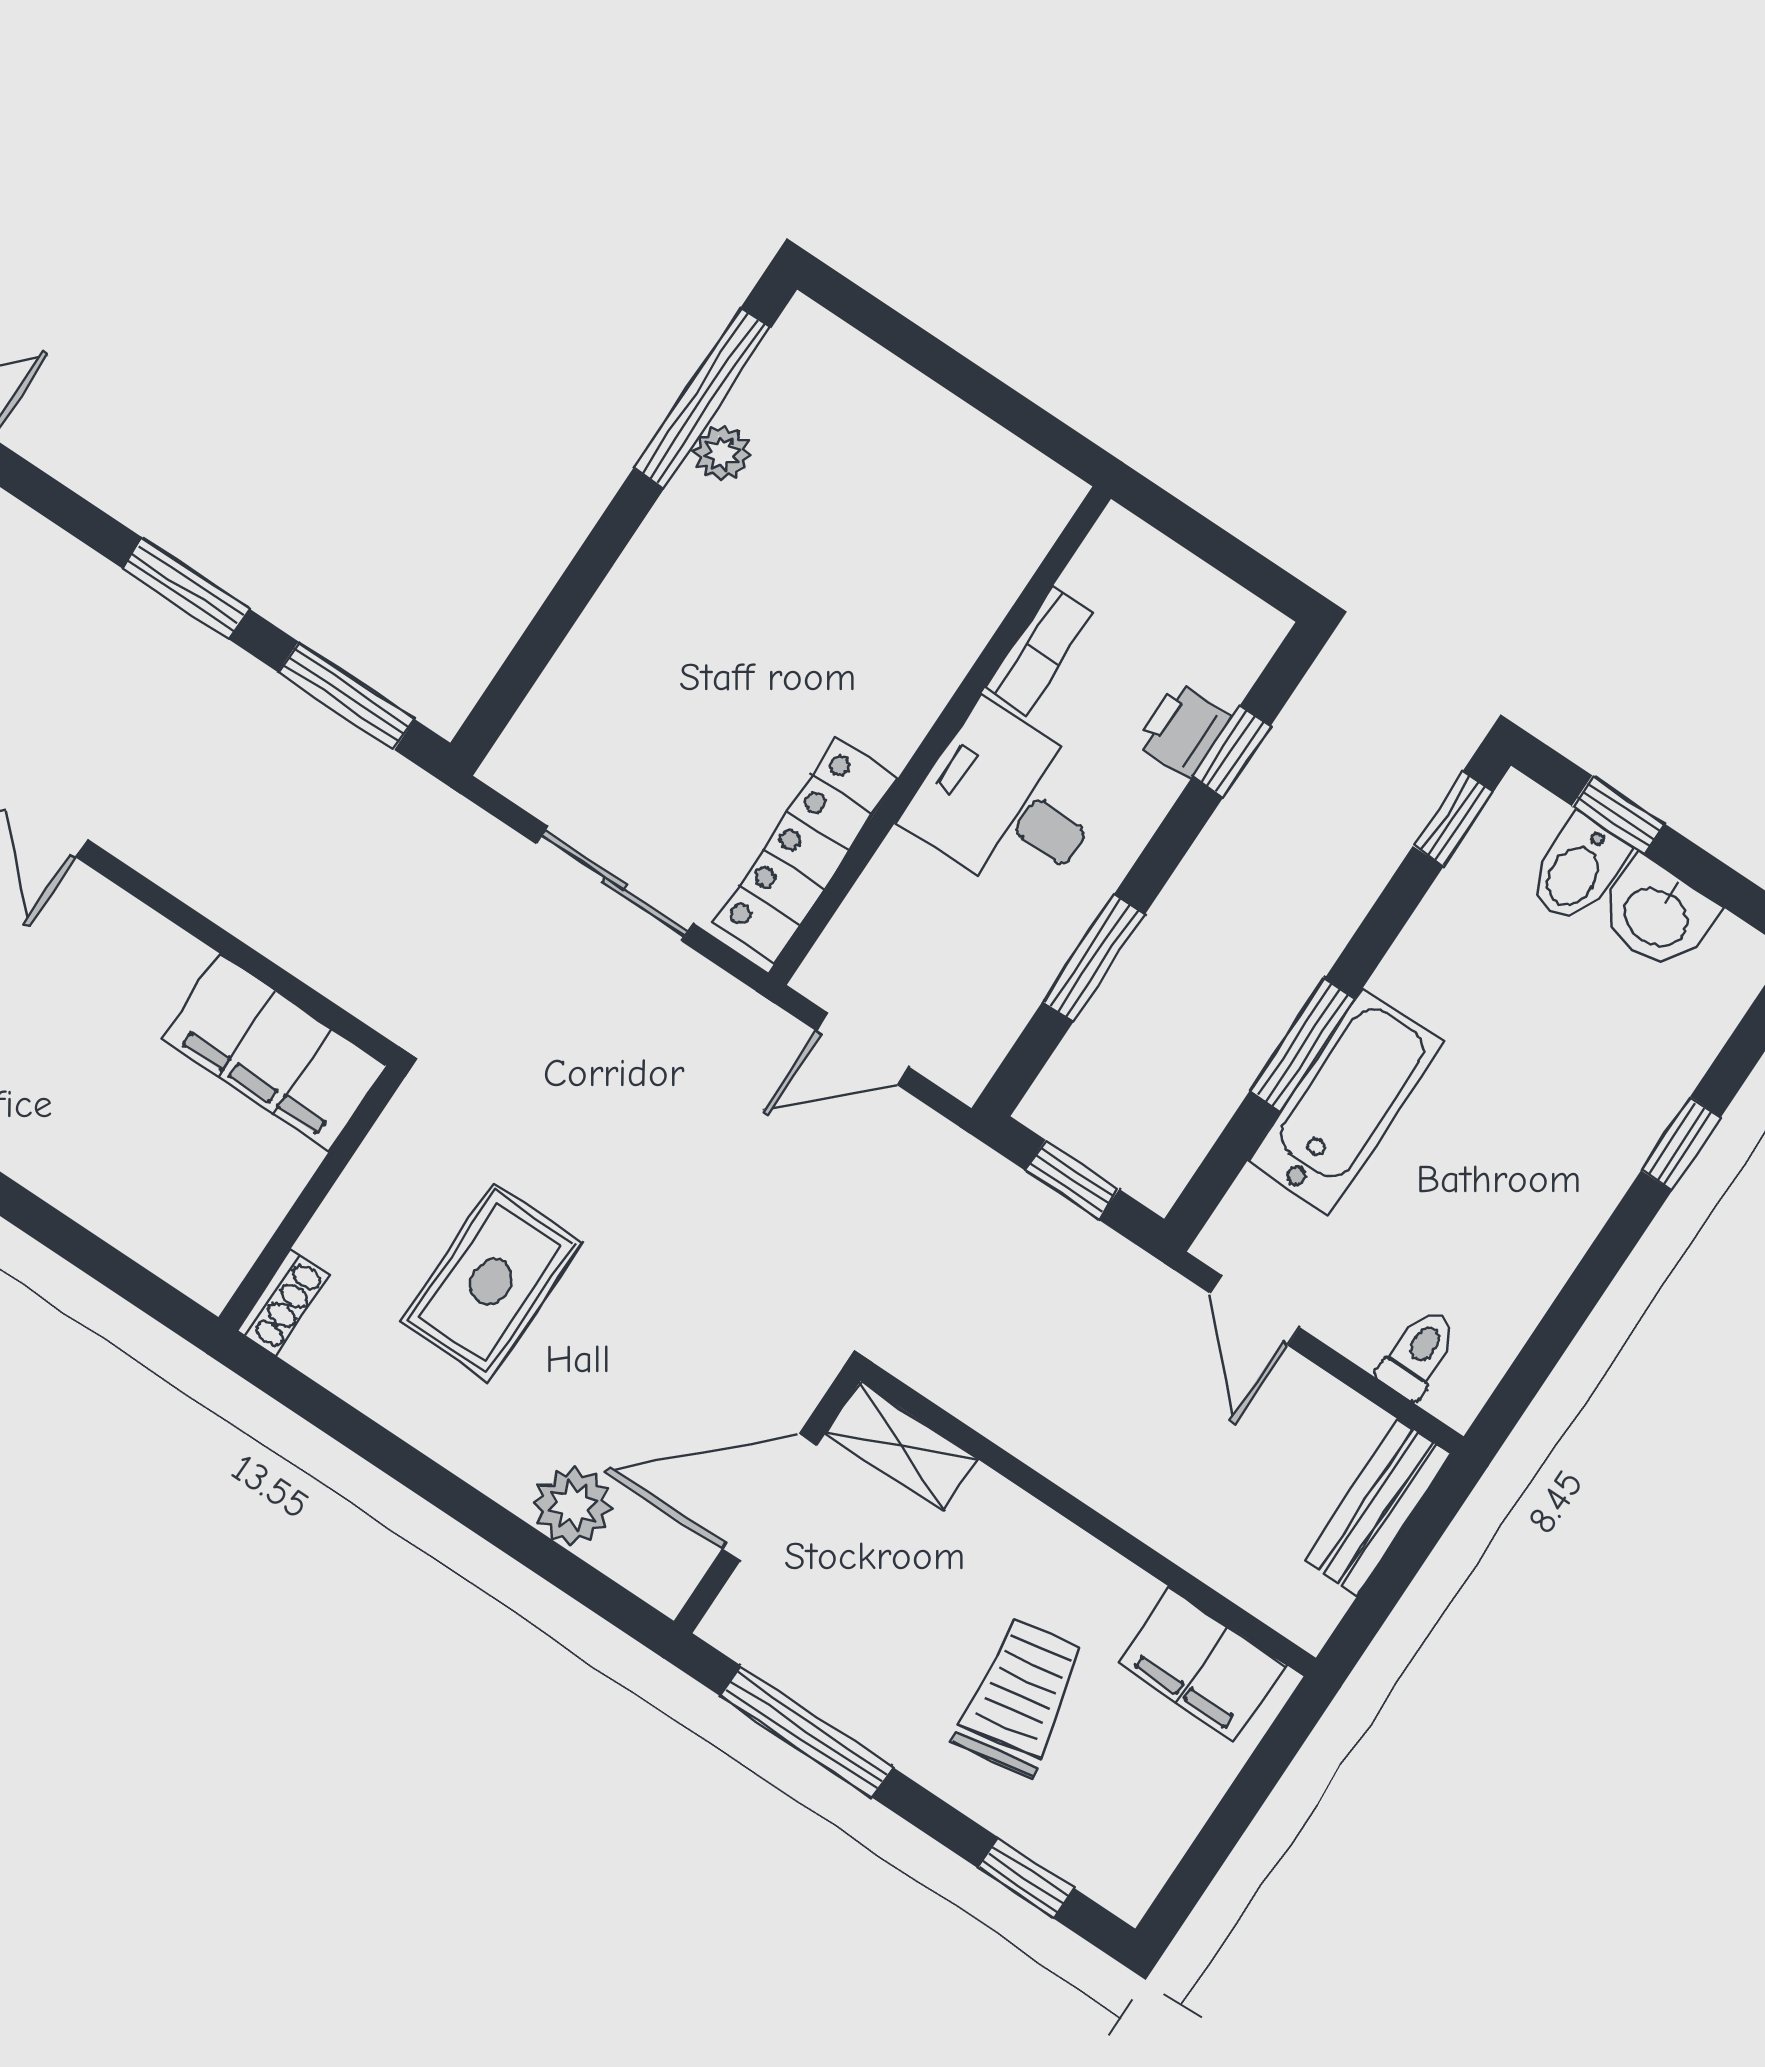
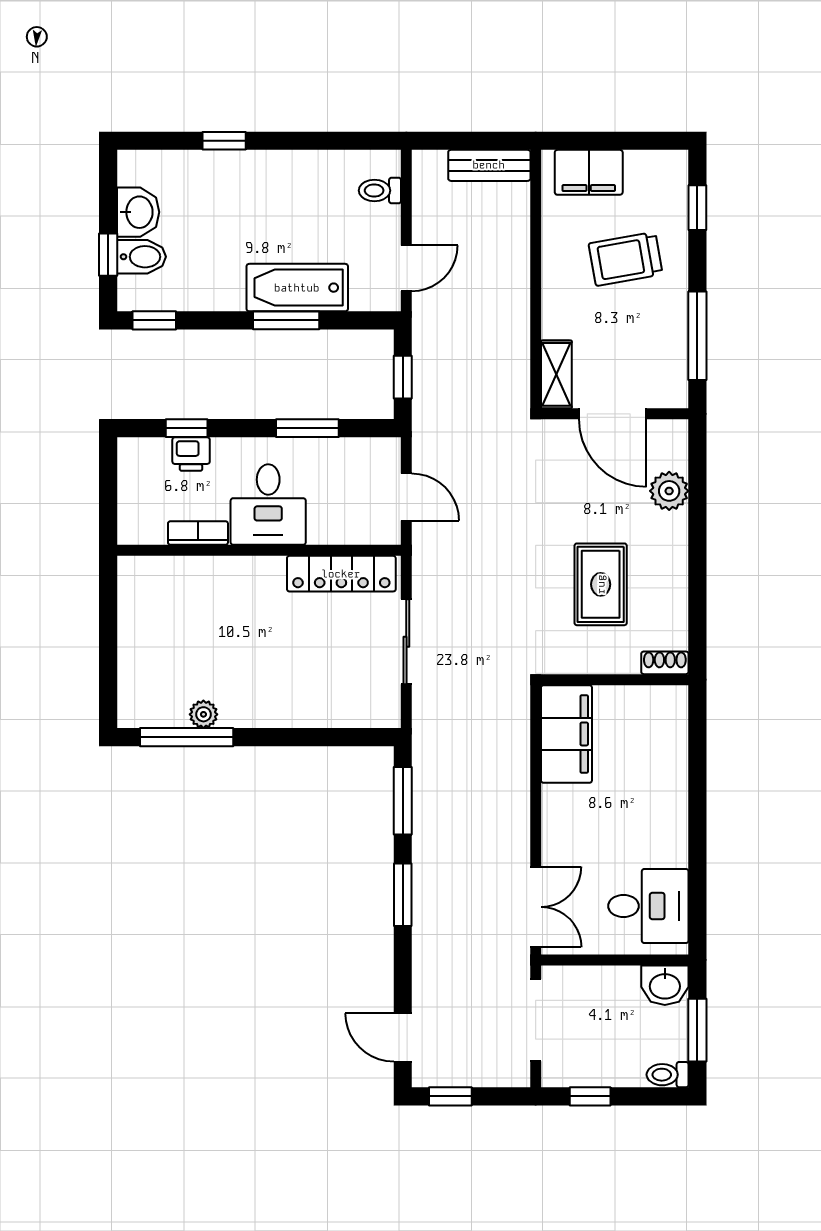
rug: (491, 1282) -> (601, 584), turned 90
bench: (1378, 1507) -> (489, 165), moved
filing cabinet: (1202, 1664) -> (589, 172), moved, turned 90

